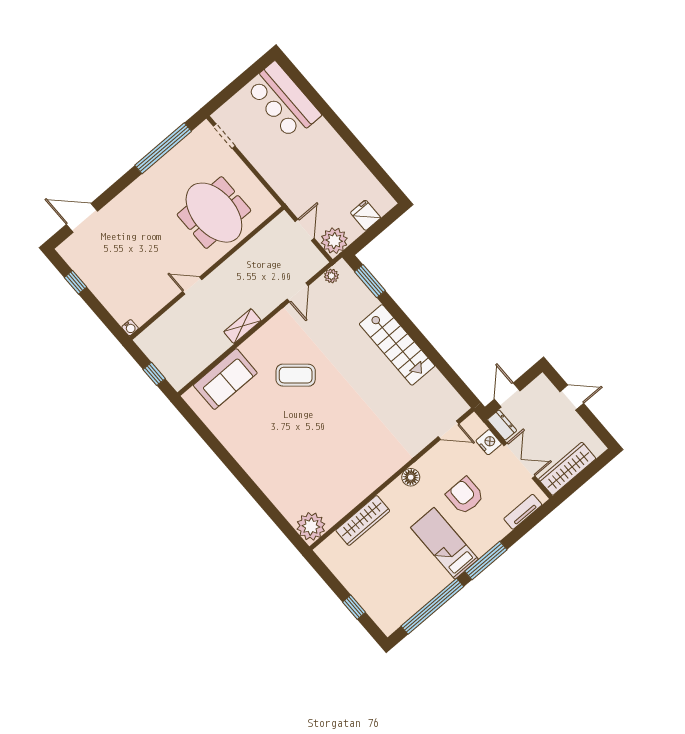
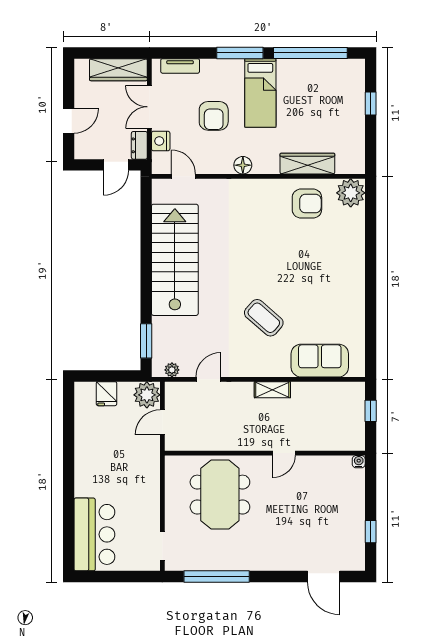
door: (192, 286) -> (284, 453), hinge flipped
stairs: (397, 345) -> (175, 260), width x1.36, depth x1.51
door: (572, 398) -> (69, 121), swing flipped
armchair: (337, 490) -> (307, 204), added

